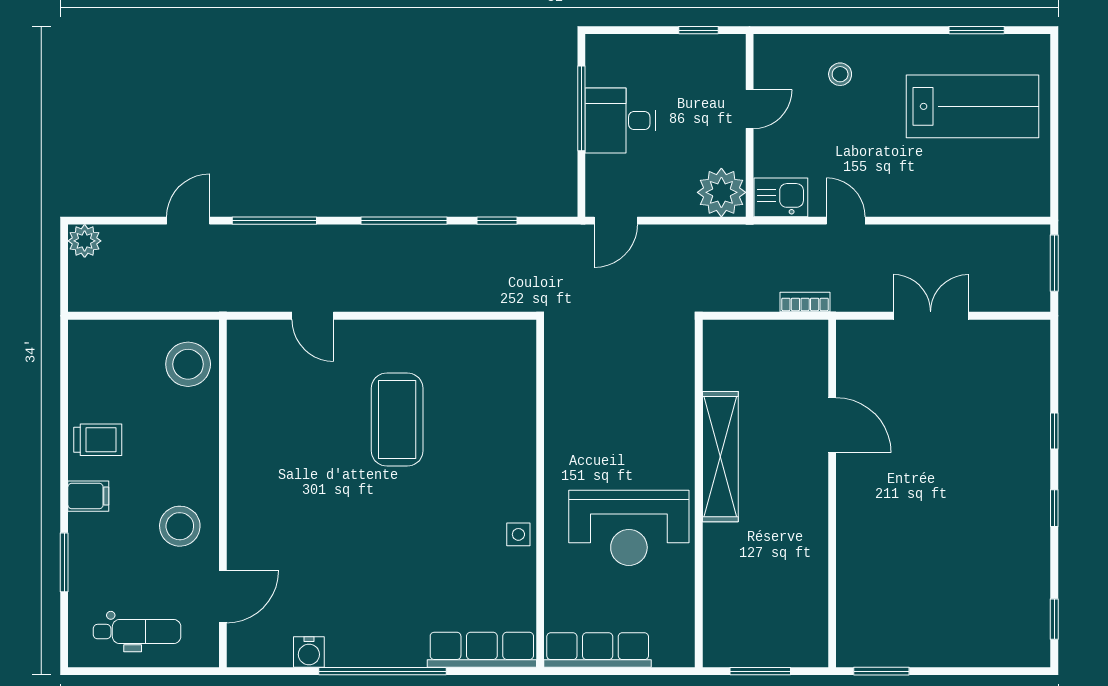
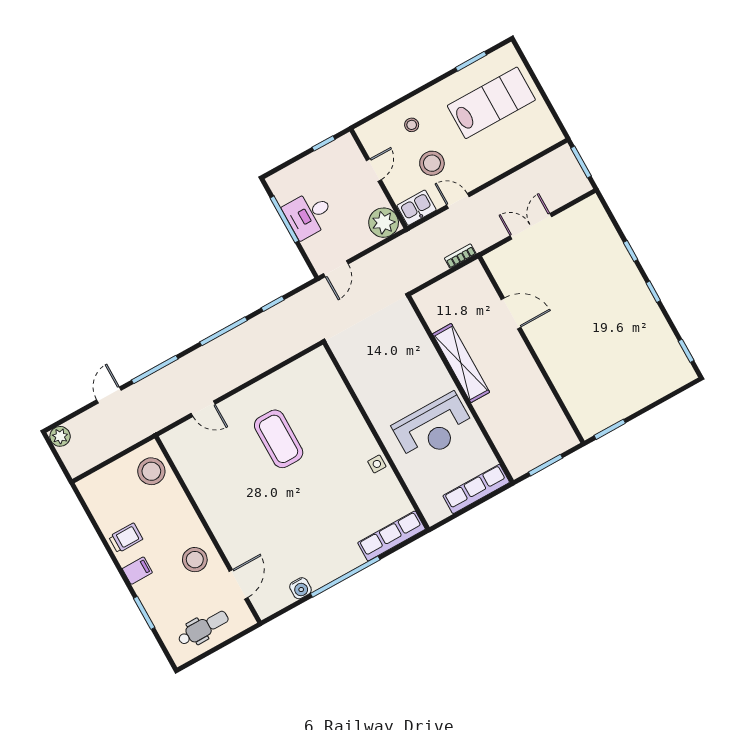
stool: (839, 146) -> (432, 163), added
row of seats: (598, 650) -> (476, 489), moved

